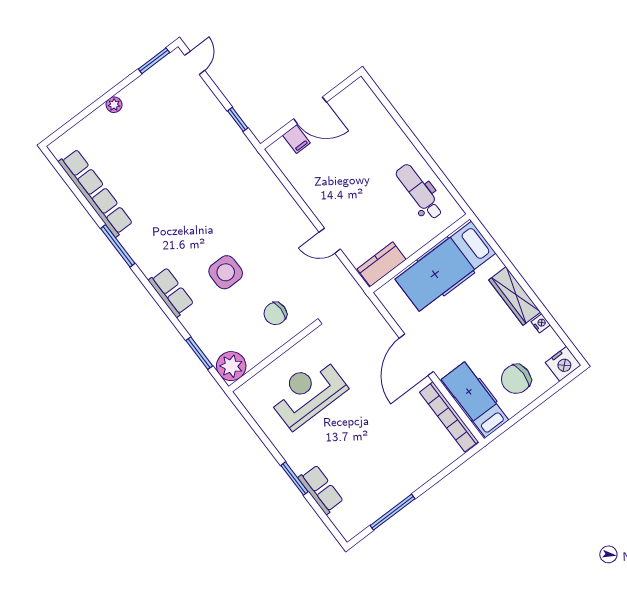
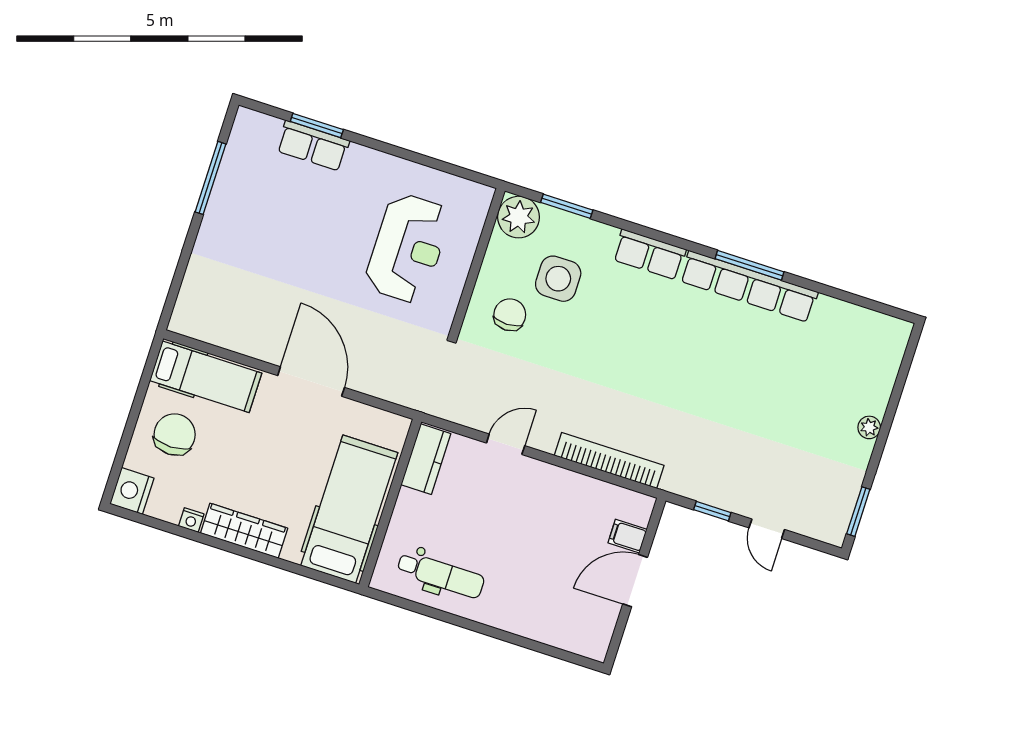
door: (195, 63) -> (767, 529), moved
row of seats: (96, 193) -> (749, 287), moved
side table: (226, 272) -> (558, 279), moved
bookcase: (449, 417) -> (609, 460), moved
window: (294, 479) -> (317, 126), moved

